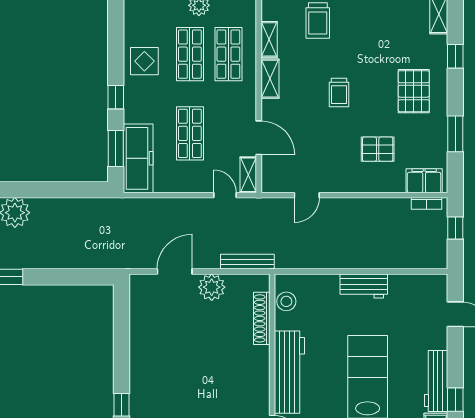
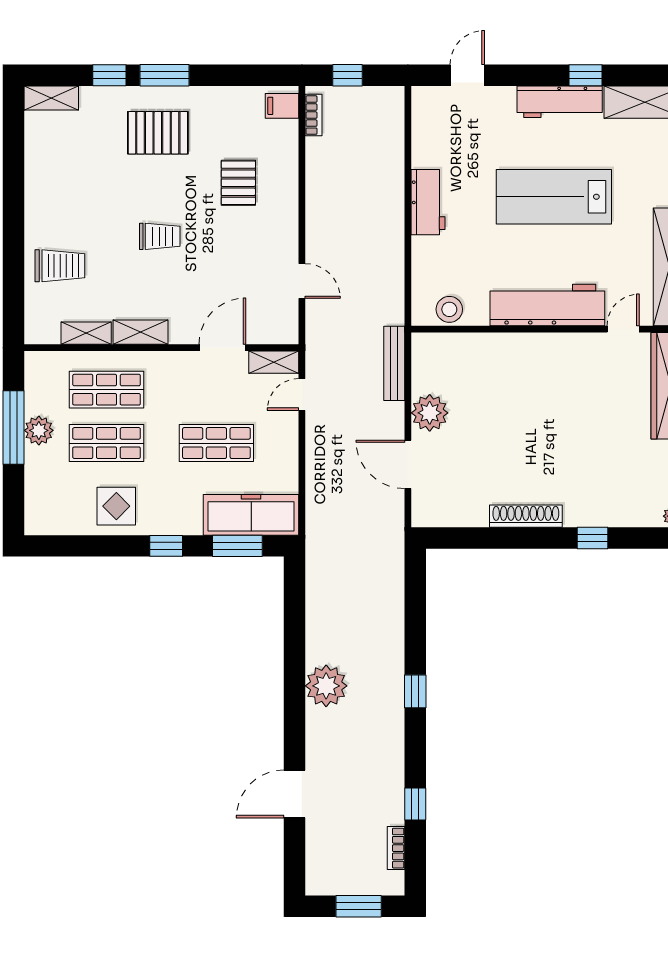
window: (455, 134) -> (165, 75), moved
filing cabinet: (424, 181) -> (282, 106), width x0.50
shoe rack: (262, 318) -> (526, 516), moved, turned 180

